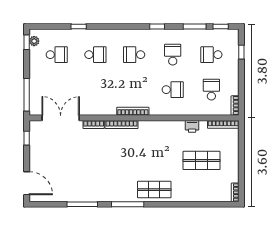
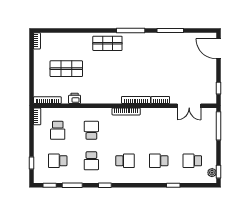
school desk: (211, 55) -> (58, 161), turned 180
school desk: (173, 90) -> (91, 130), turned 90
double door: (61, 118) -> (189, 106), width x0.73

